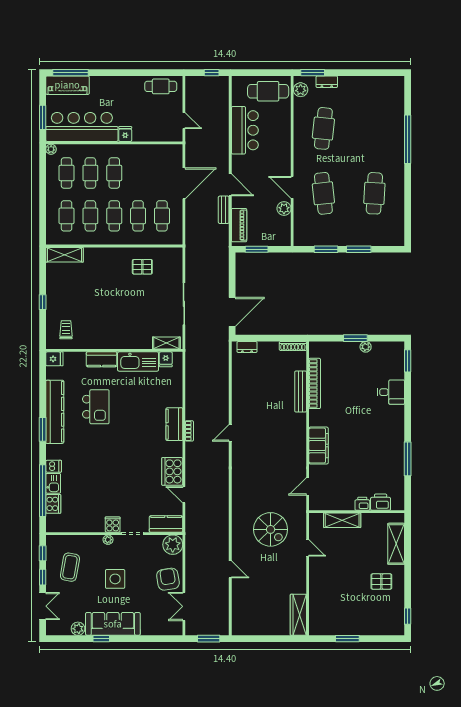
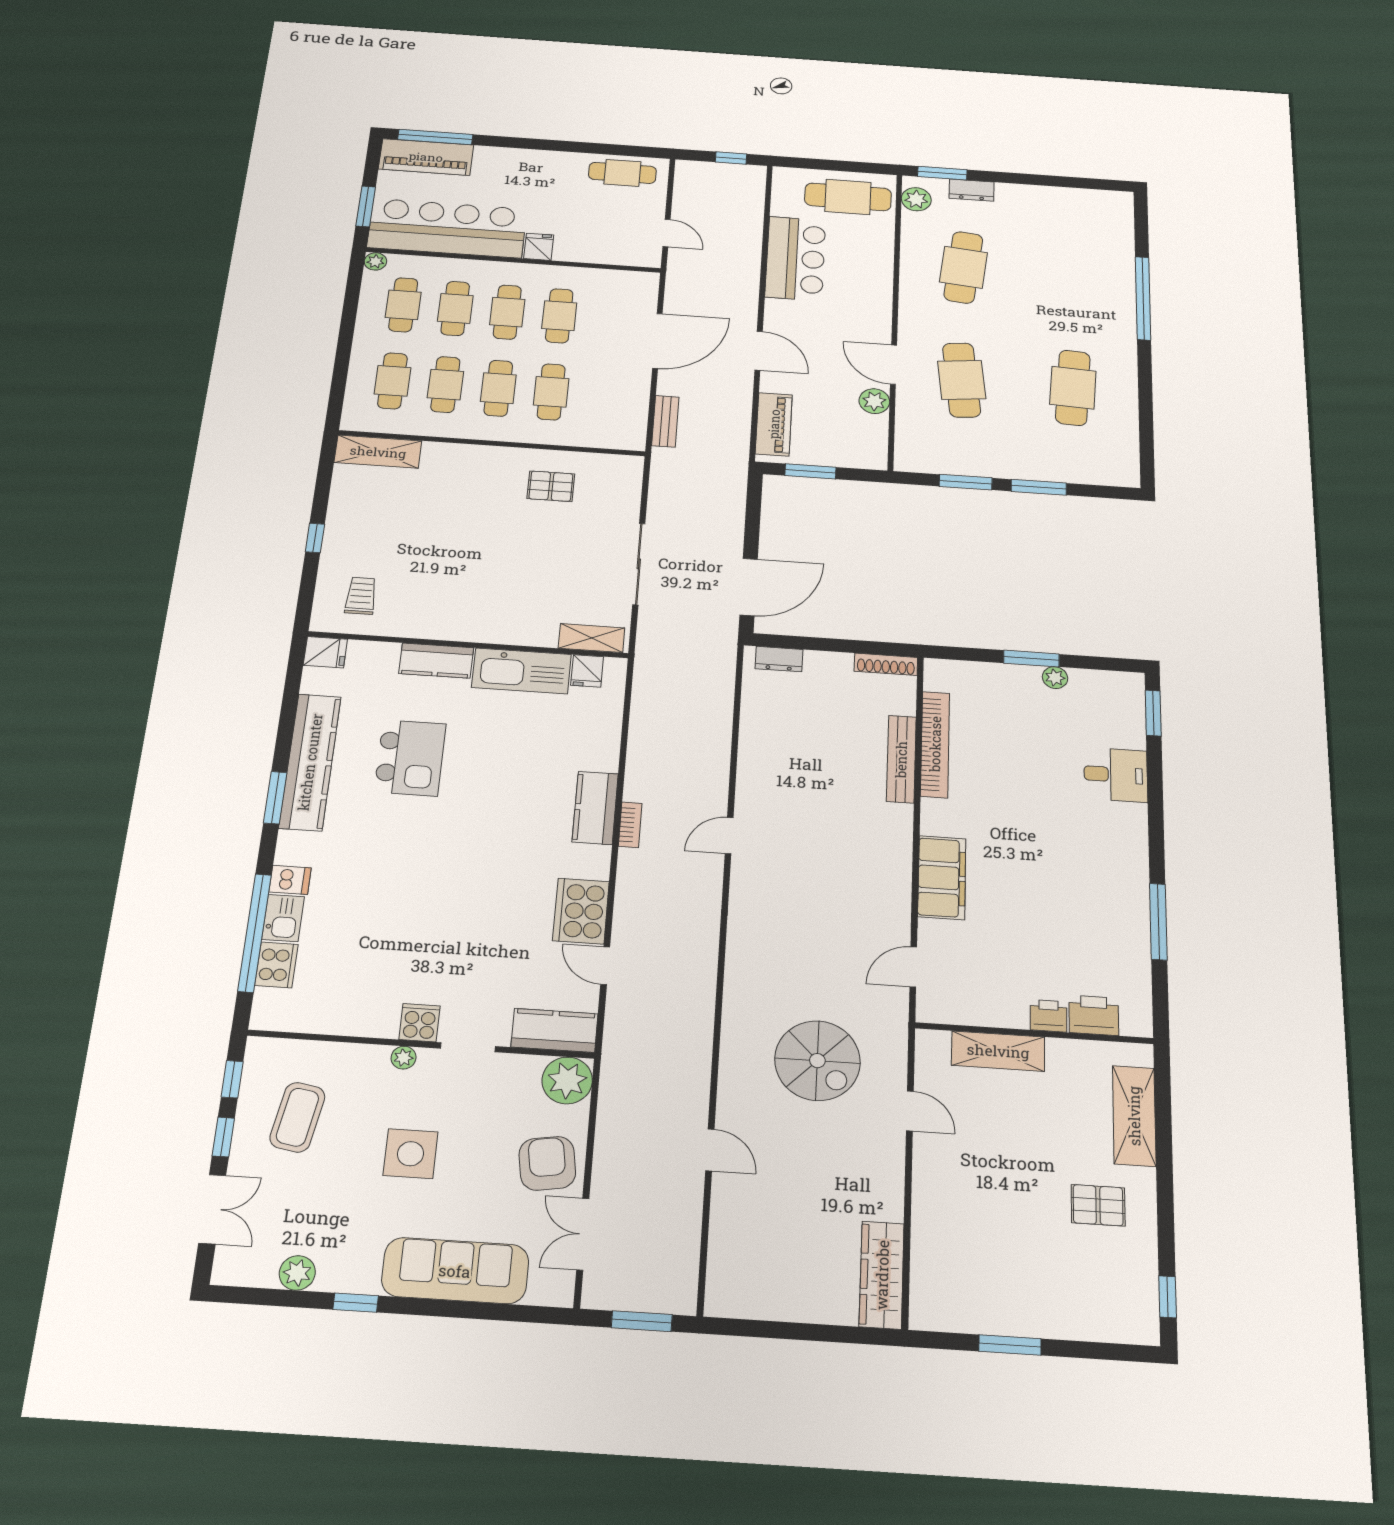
bench: (224, 210) -> (665, 421), moved
cafe table: (162, 216) -> (559, 316), moved
sofa: (113, 624) -> (455, 1271), moved

